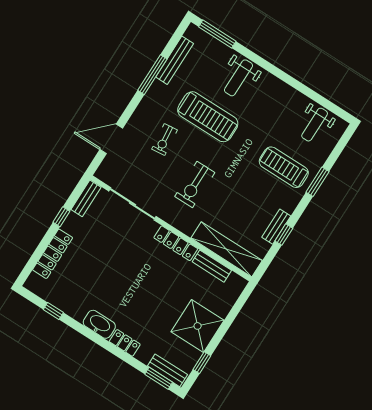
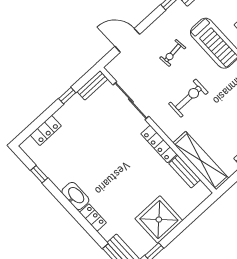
exercise bike: (195, 184) -> (188, 98), turned 180
locker: (53, 254) -> (46, 130), width x0.66

